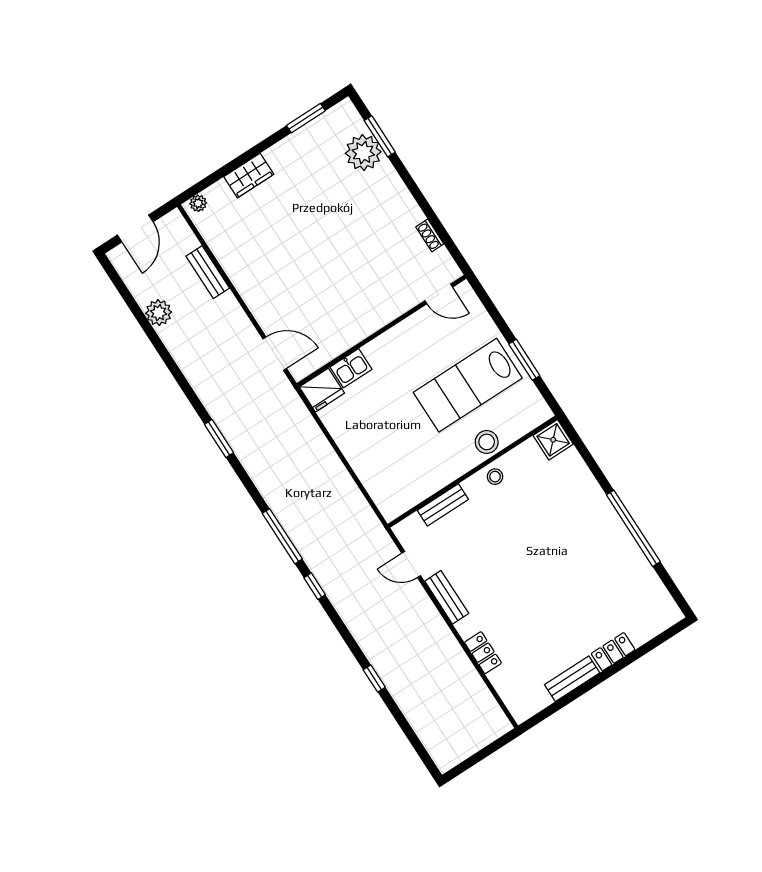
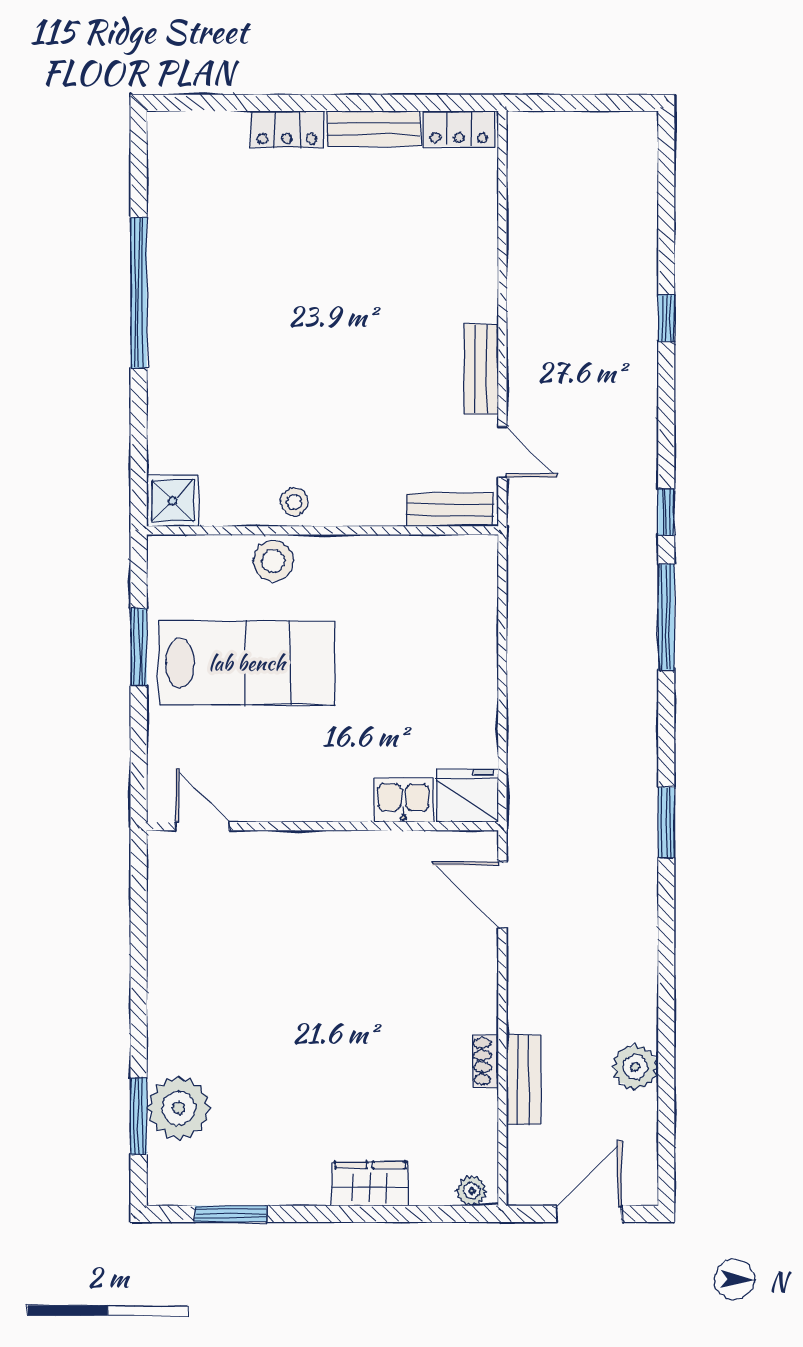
shoe rack: (430, 235) -> (486, 1061), moved, turned 180
bench: (443, 505) -> (450, 510), moved
locker: (483, 653) -> (459, 129), moved, turned -90

